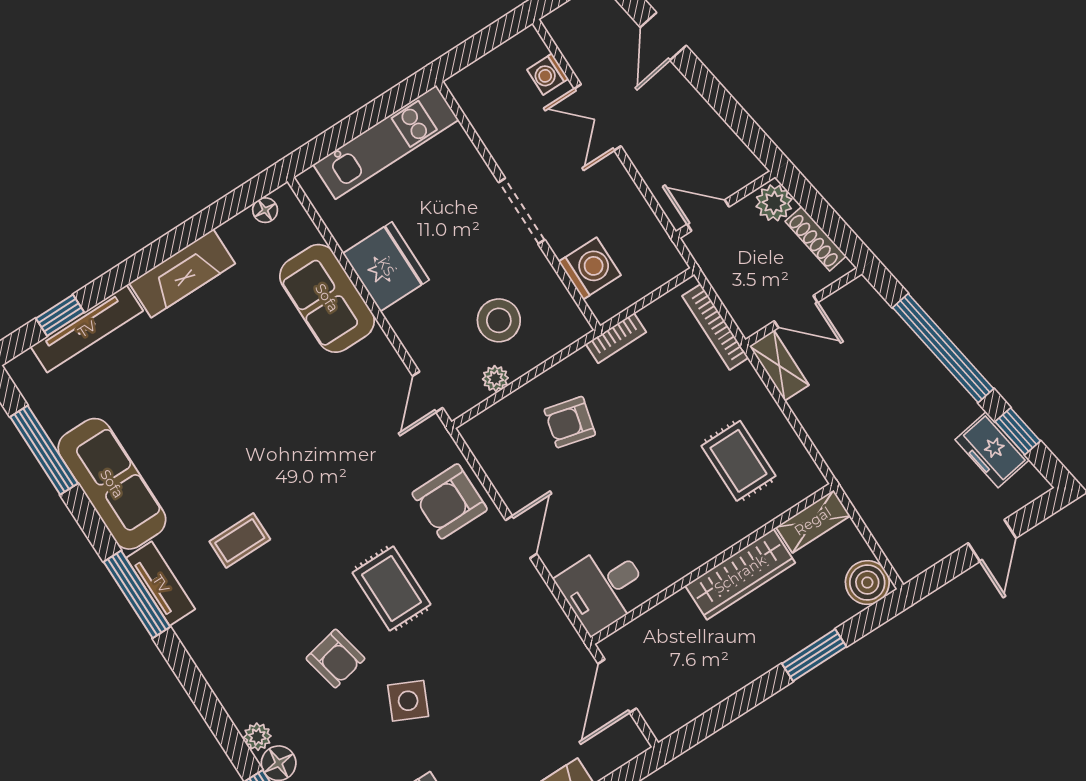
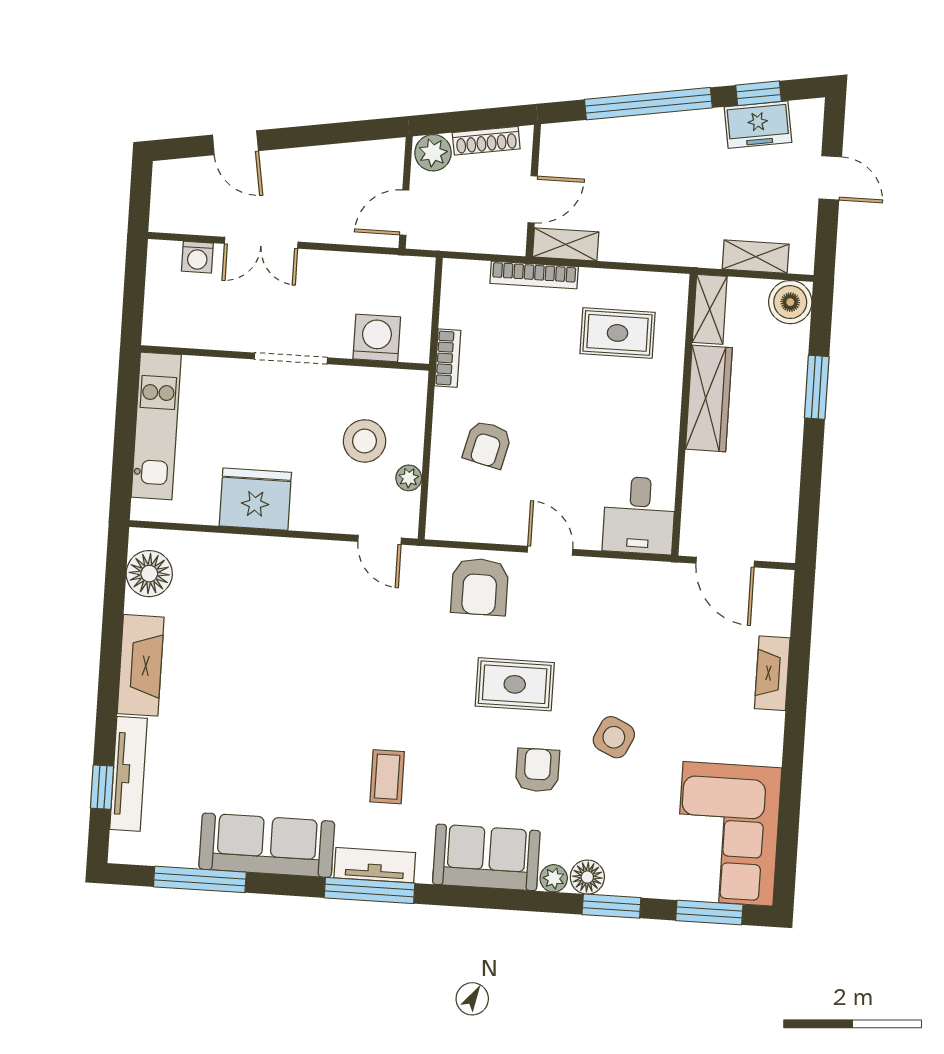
floor lamp: (265, 210) -> (149, 574), width x1.89, depth x1.89
sofa: (327, 298) -> (486, 857), moved, turned 180
bookcase: (715, 327) -> (534, 275), moved
shelving: (883, 527) -> (756, 257), added
armchair: (335, 658) -> (537, 770), turned -78

